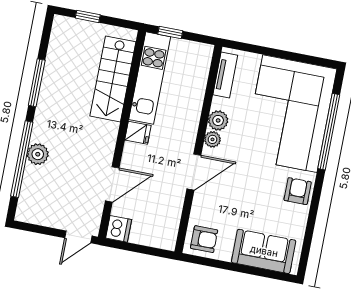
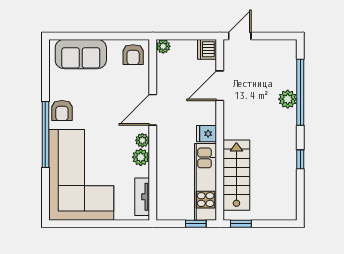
window: (88, 16) -> (241, 224), moved
window: (37, 83) -> (300, 159), width x0.46
window: (329, 132) -> (45, 134), moved
armchair: (204, 239) -> (133, 55), turned -90
plant: (168, 242) -> (163, 46), added

